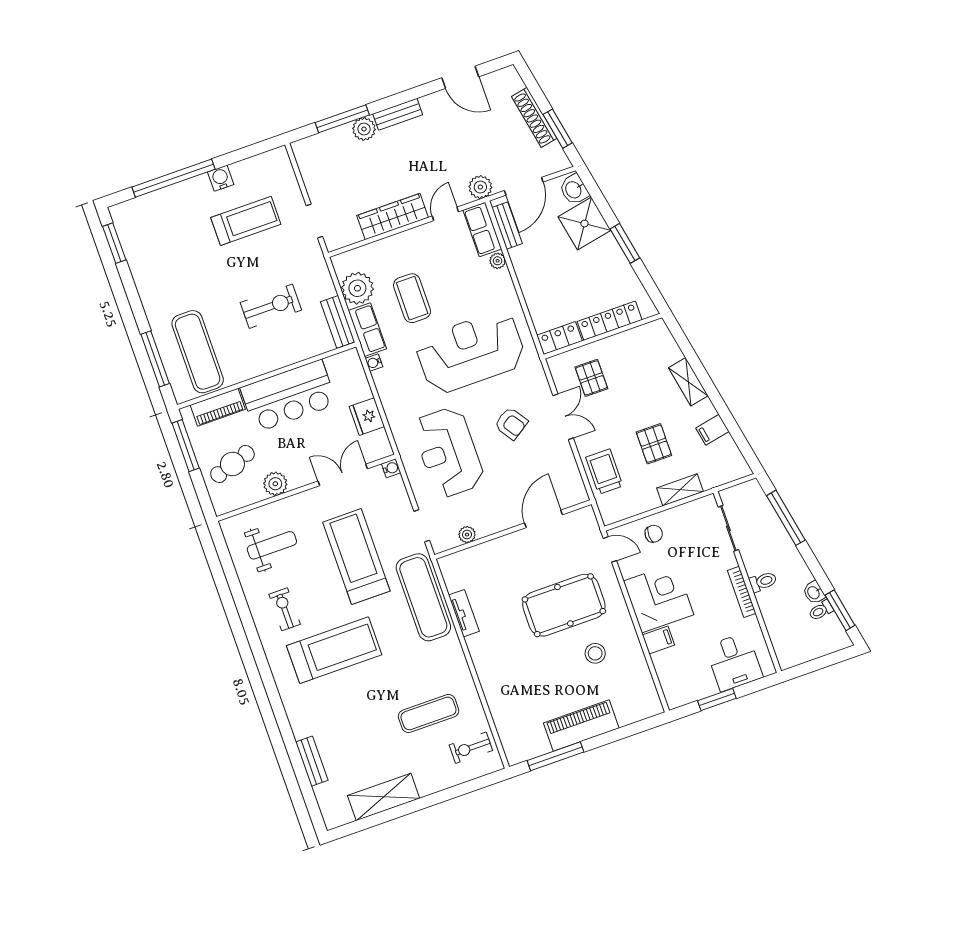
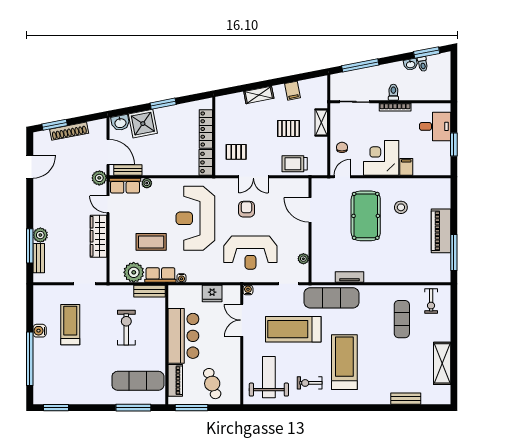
bench: (398, 114) -> (39, 258), moved
window: (558, 129) -> (55, 125), moved
double door: (563, 417) -> (253, 177), swing flipped
armchair: (511, 424) -> (246, 209), turned -56
plant: (275, 484) -> (233, 362), removed
weight bench: (272, 545) -> (269, 377), width x1.36, depth x1.33

